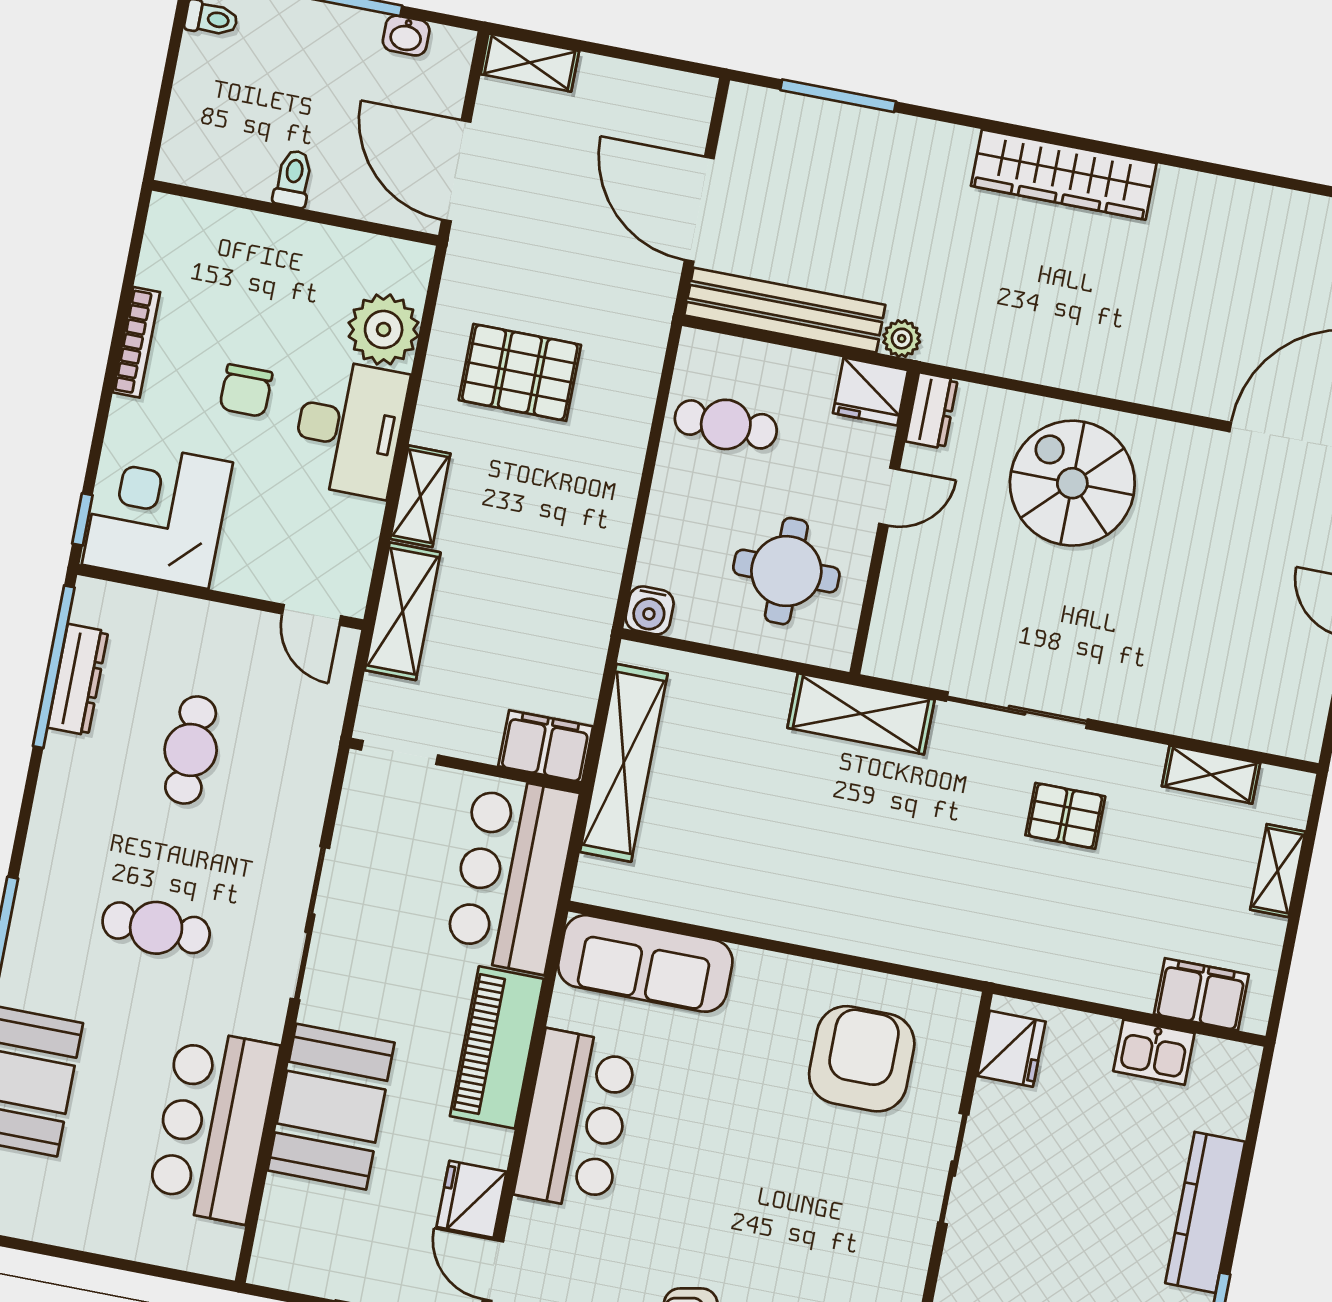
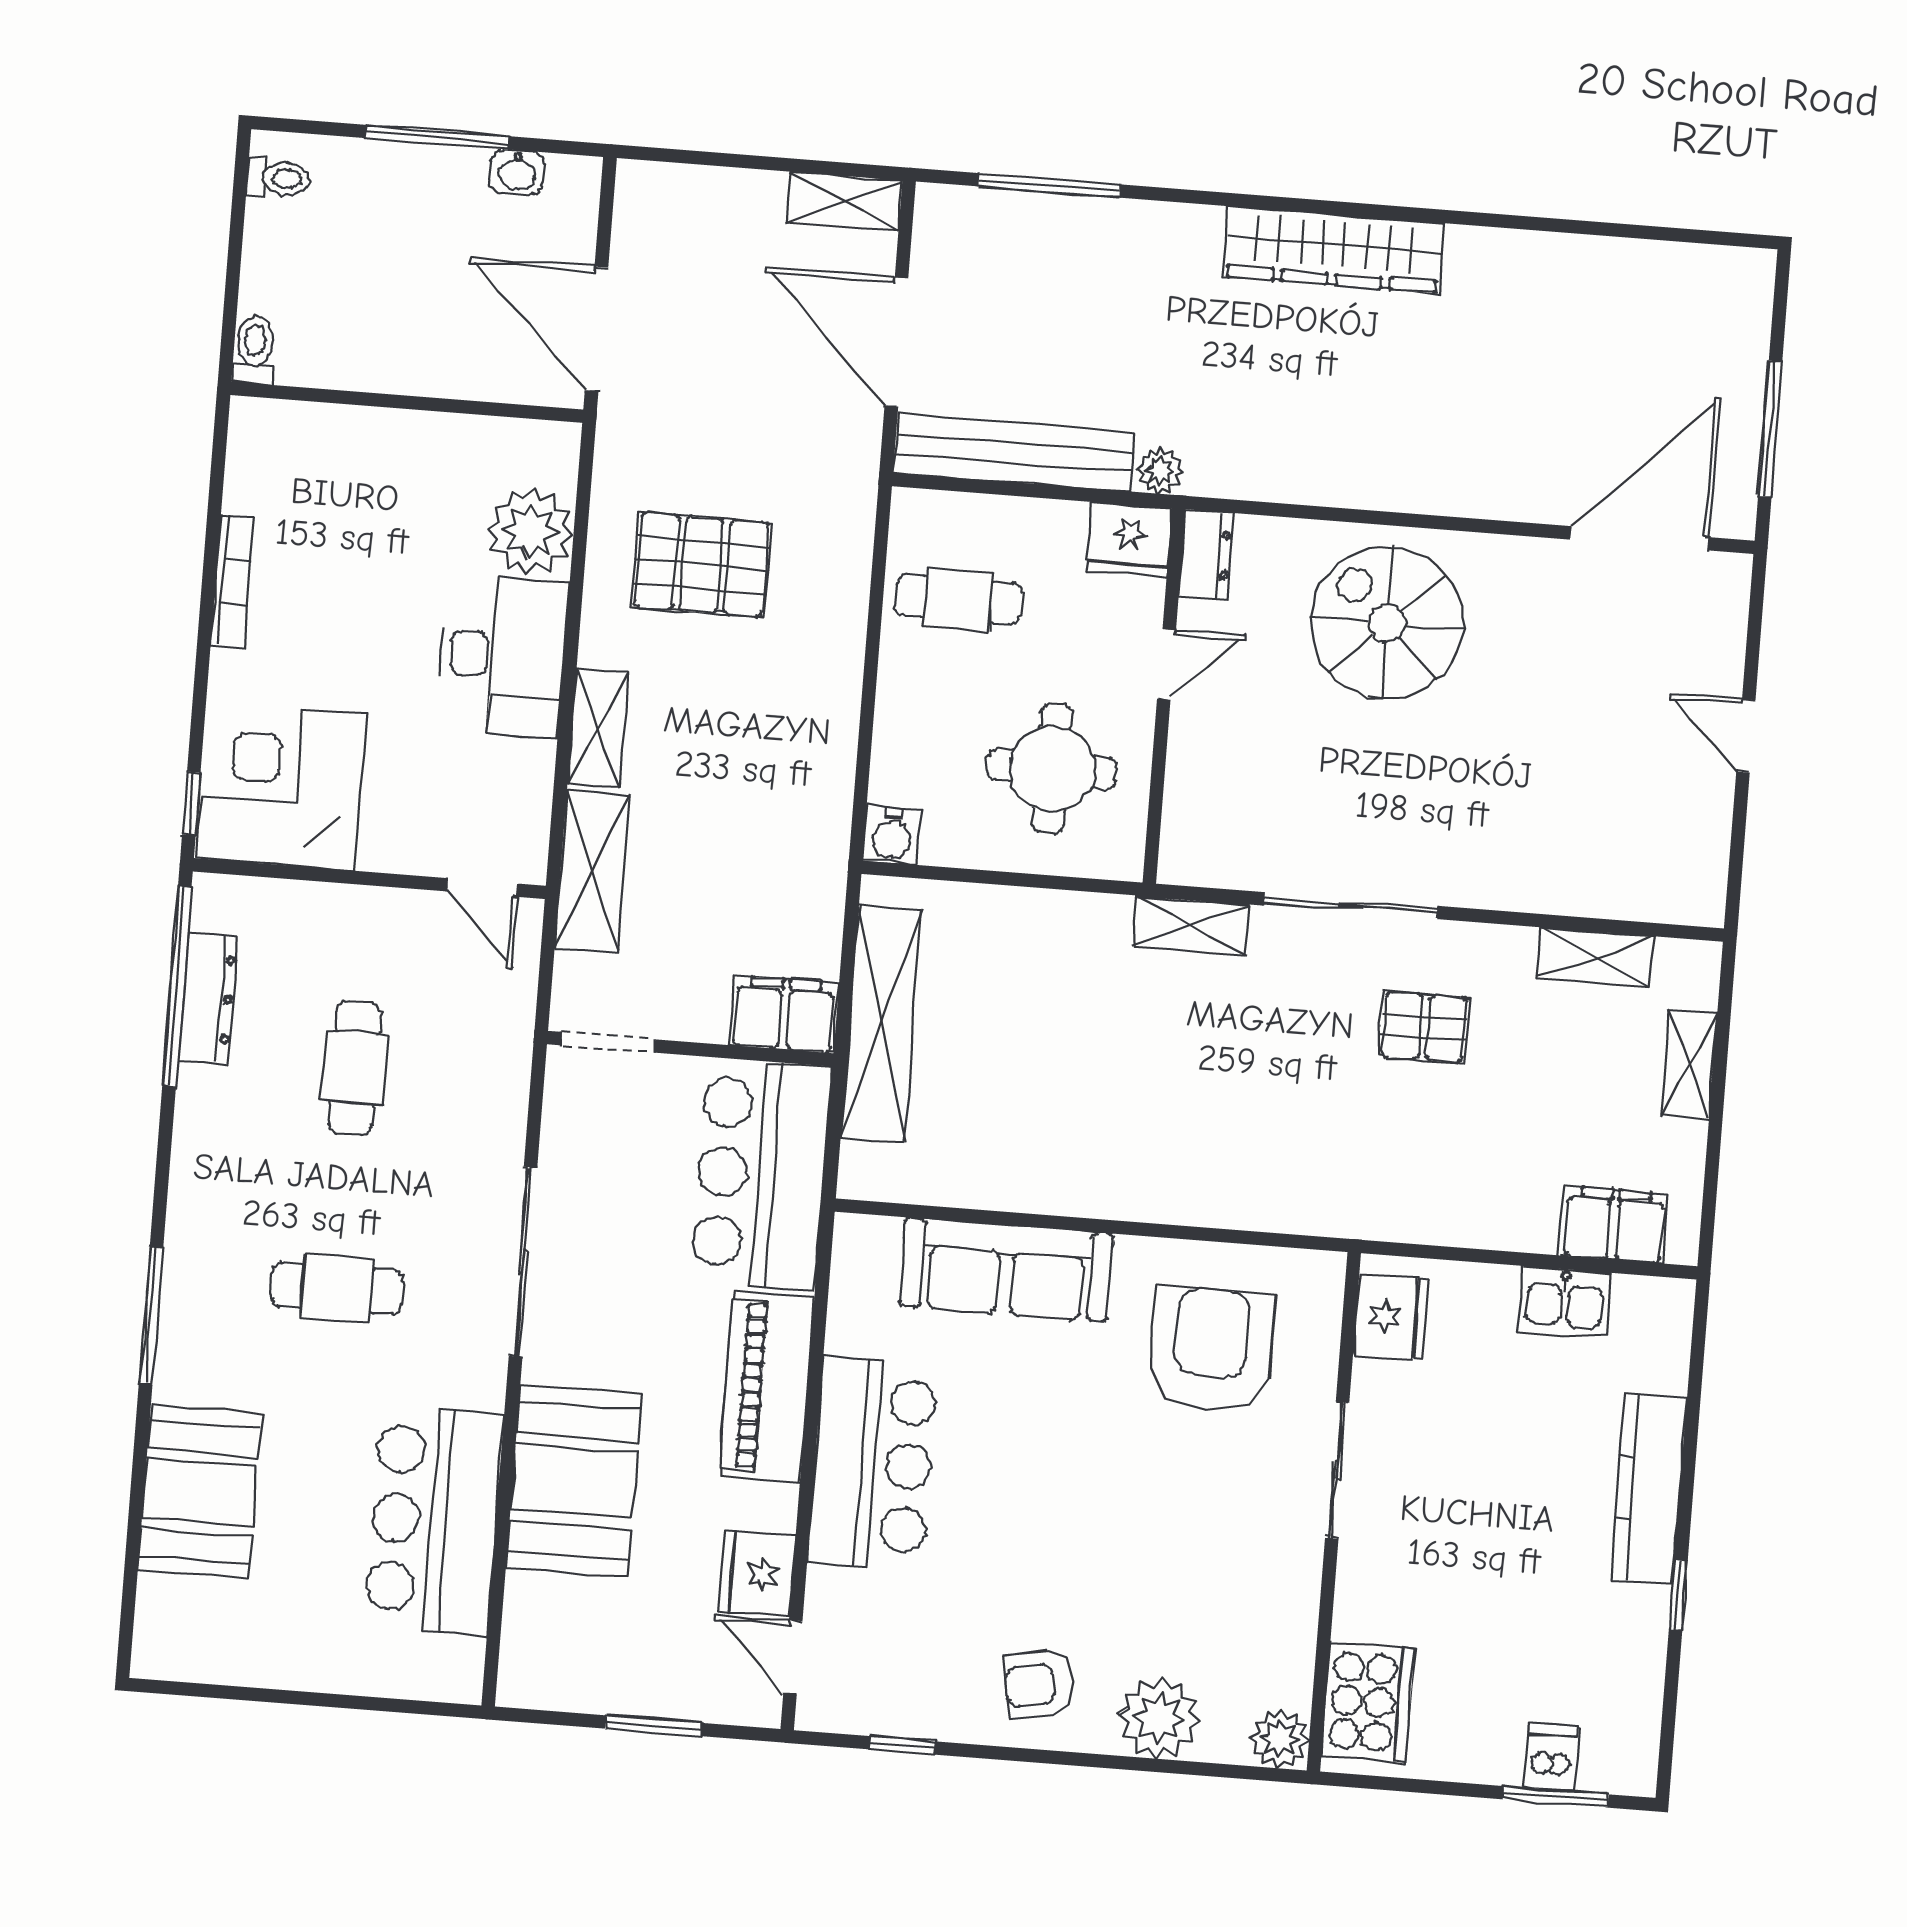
shelving: (530, 63) -> (844, 201), moved
toilet: (293, 179) -> (255, 350), moved
chair: (246, 391) -> (372, 625), removed
shelving: (861, 714) -> (1191, 925), width x0.67, depth x0.75
sofa: (645, 963) -> (1006, 1270), moved

